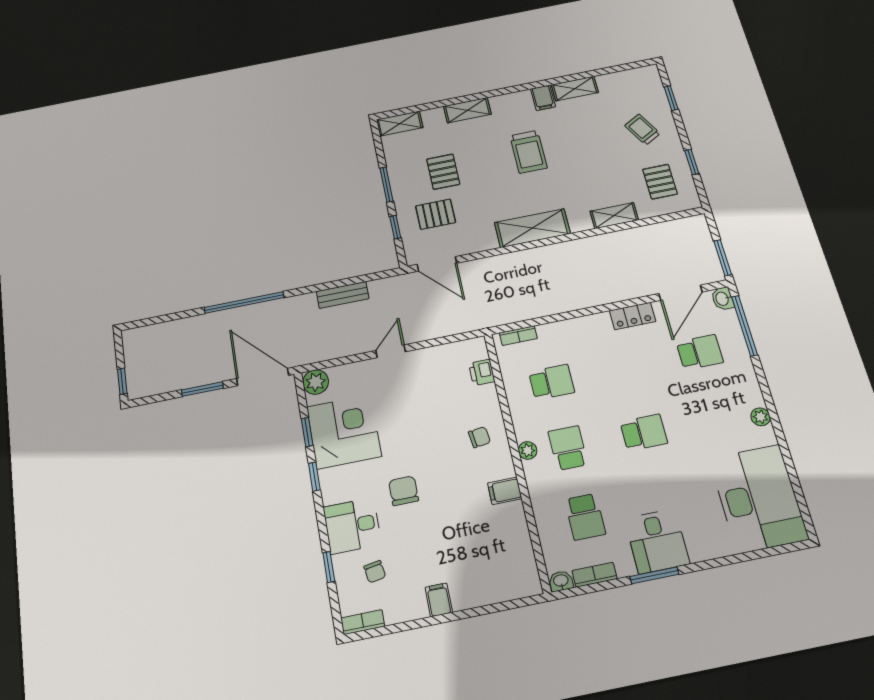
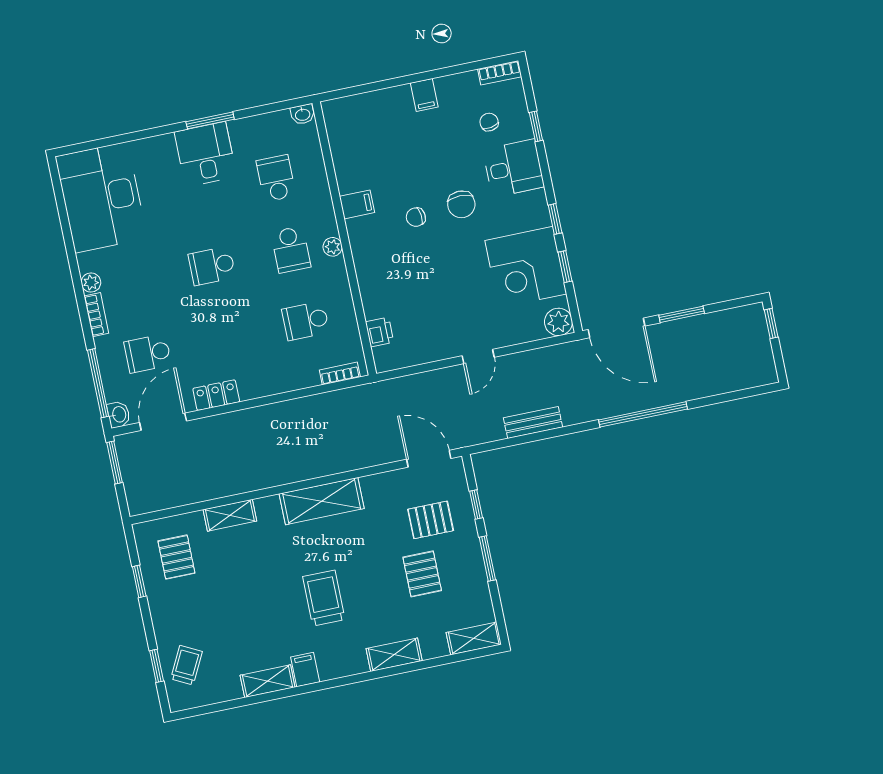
trolley: (642, 129) -> (186, 665), moved, turned -124
chair: (479, 437) -> (416, 217), moved
bookcase: (594, 575) -> (96, 315), moved, turned -90

